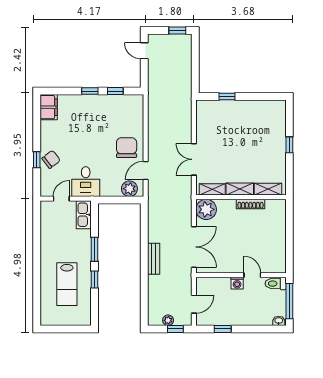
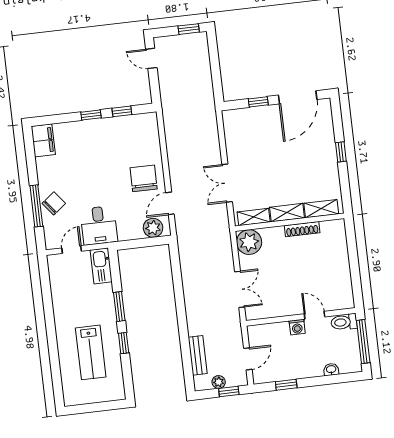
door: (259, 96) -> (298, 97), added
window: (37, 160) -> (36, 206), width x2.17
double door: (194, 247) -> (240, 289), width x0.73
bench: (154, 259) -> (198, 355), moved
washbasin: (279, 321) -> (331, 370), moved

